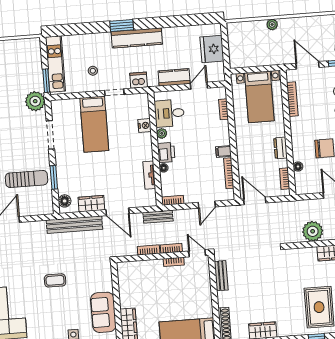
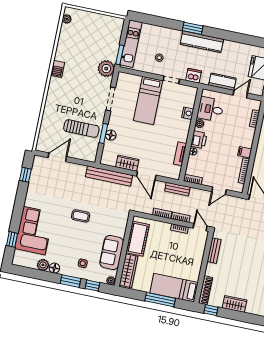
floor lamp: (65, 201) -> (111, 135), moved
cot: (129, 287) -> (138, 239), added

